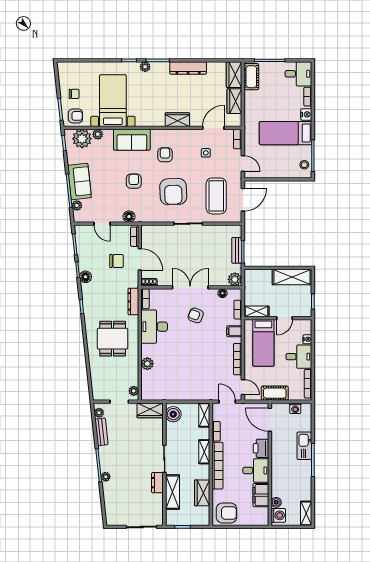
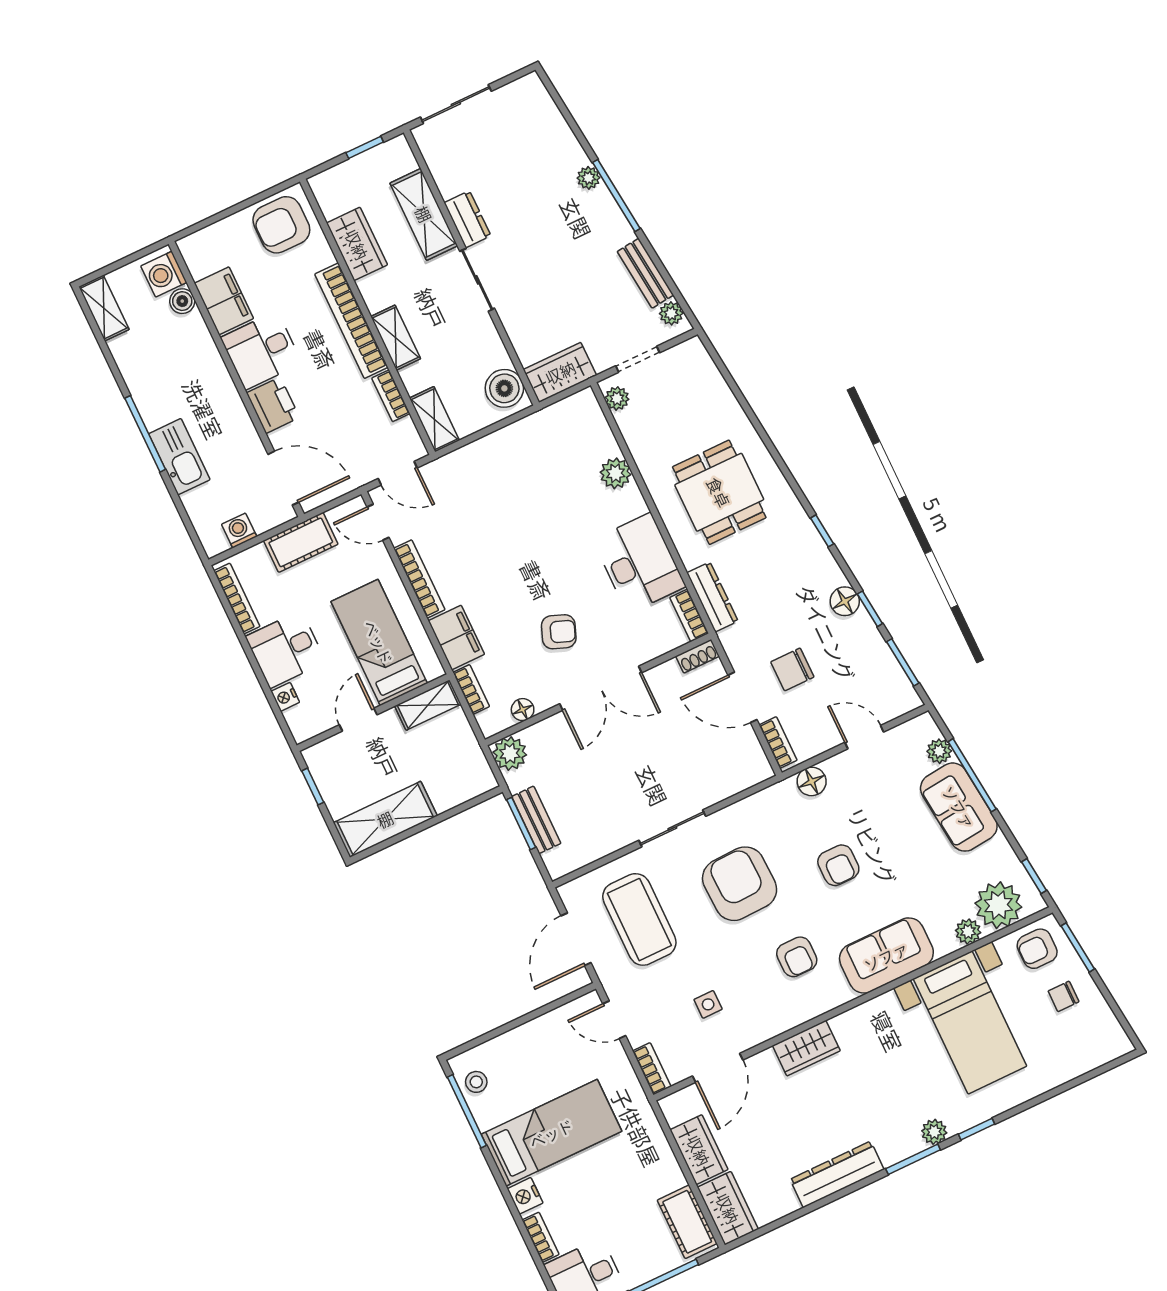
filing cabinet: (234, 331) -> (456, 638), width x2.00

